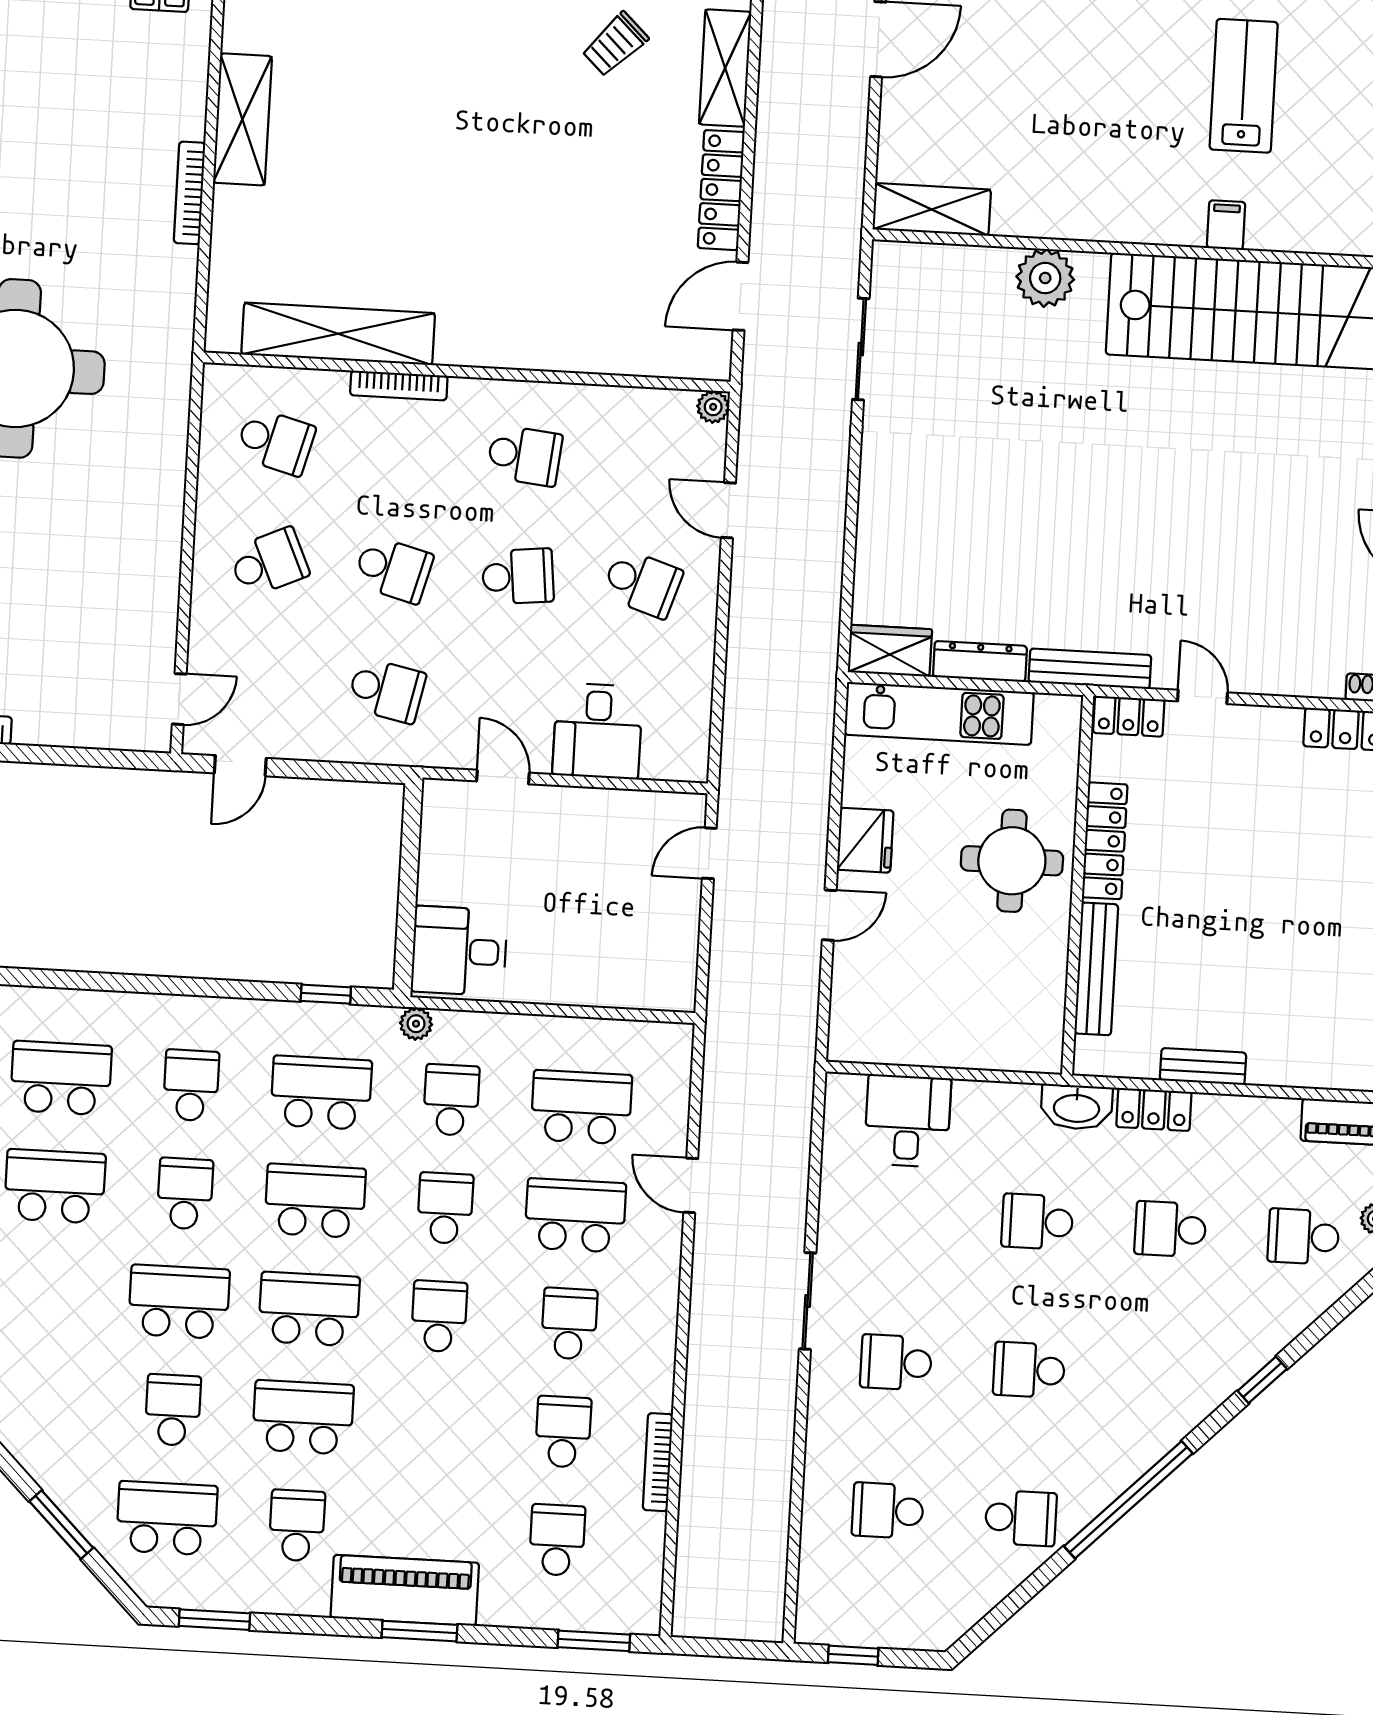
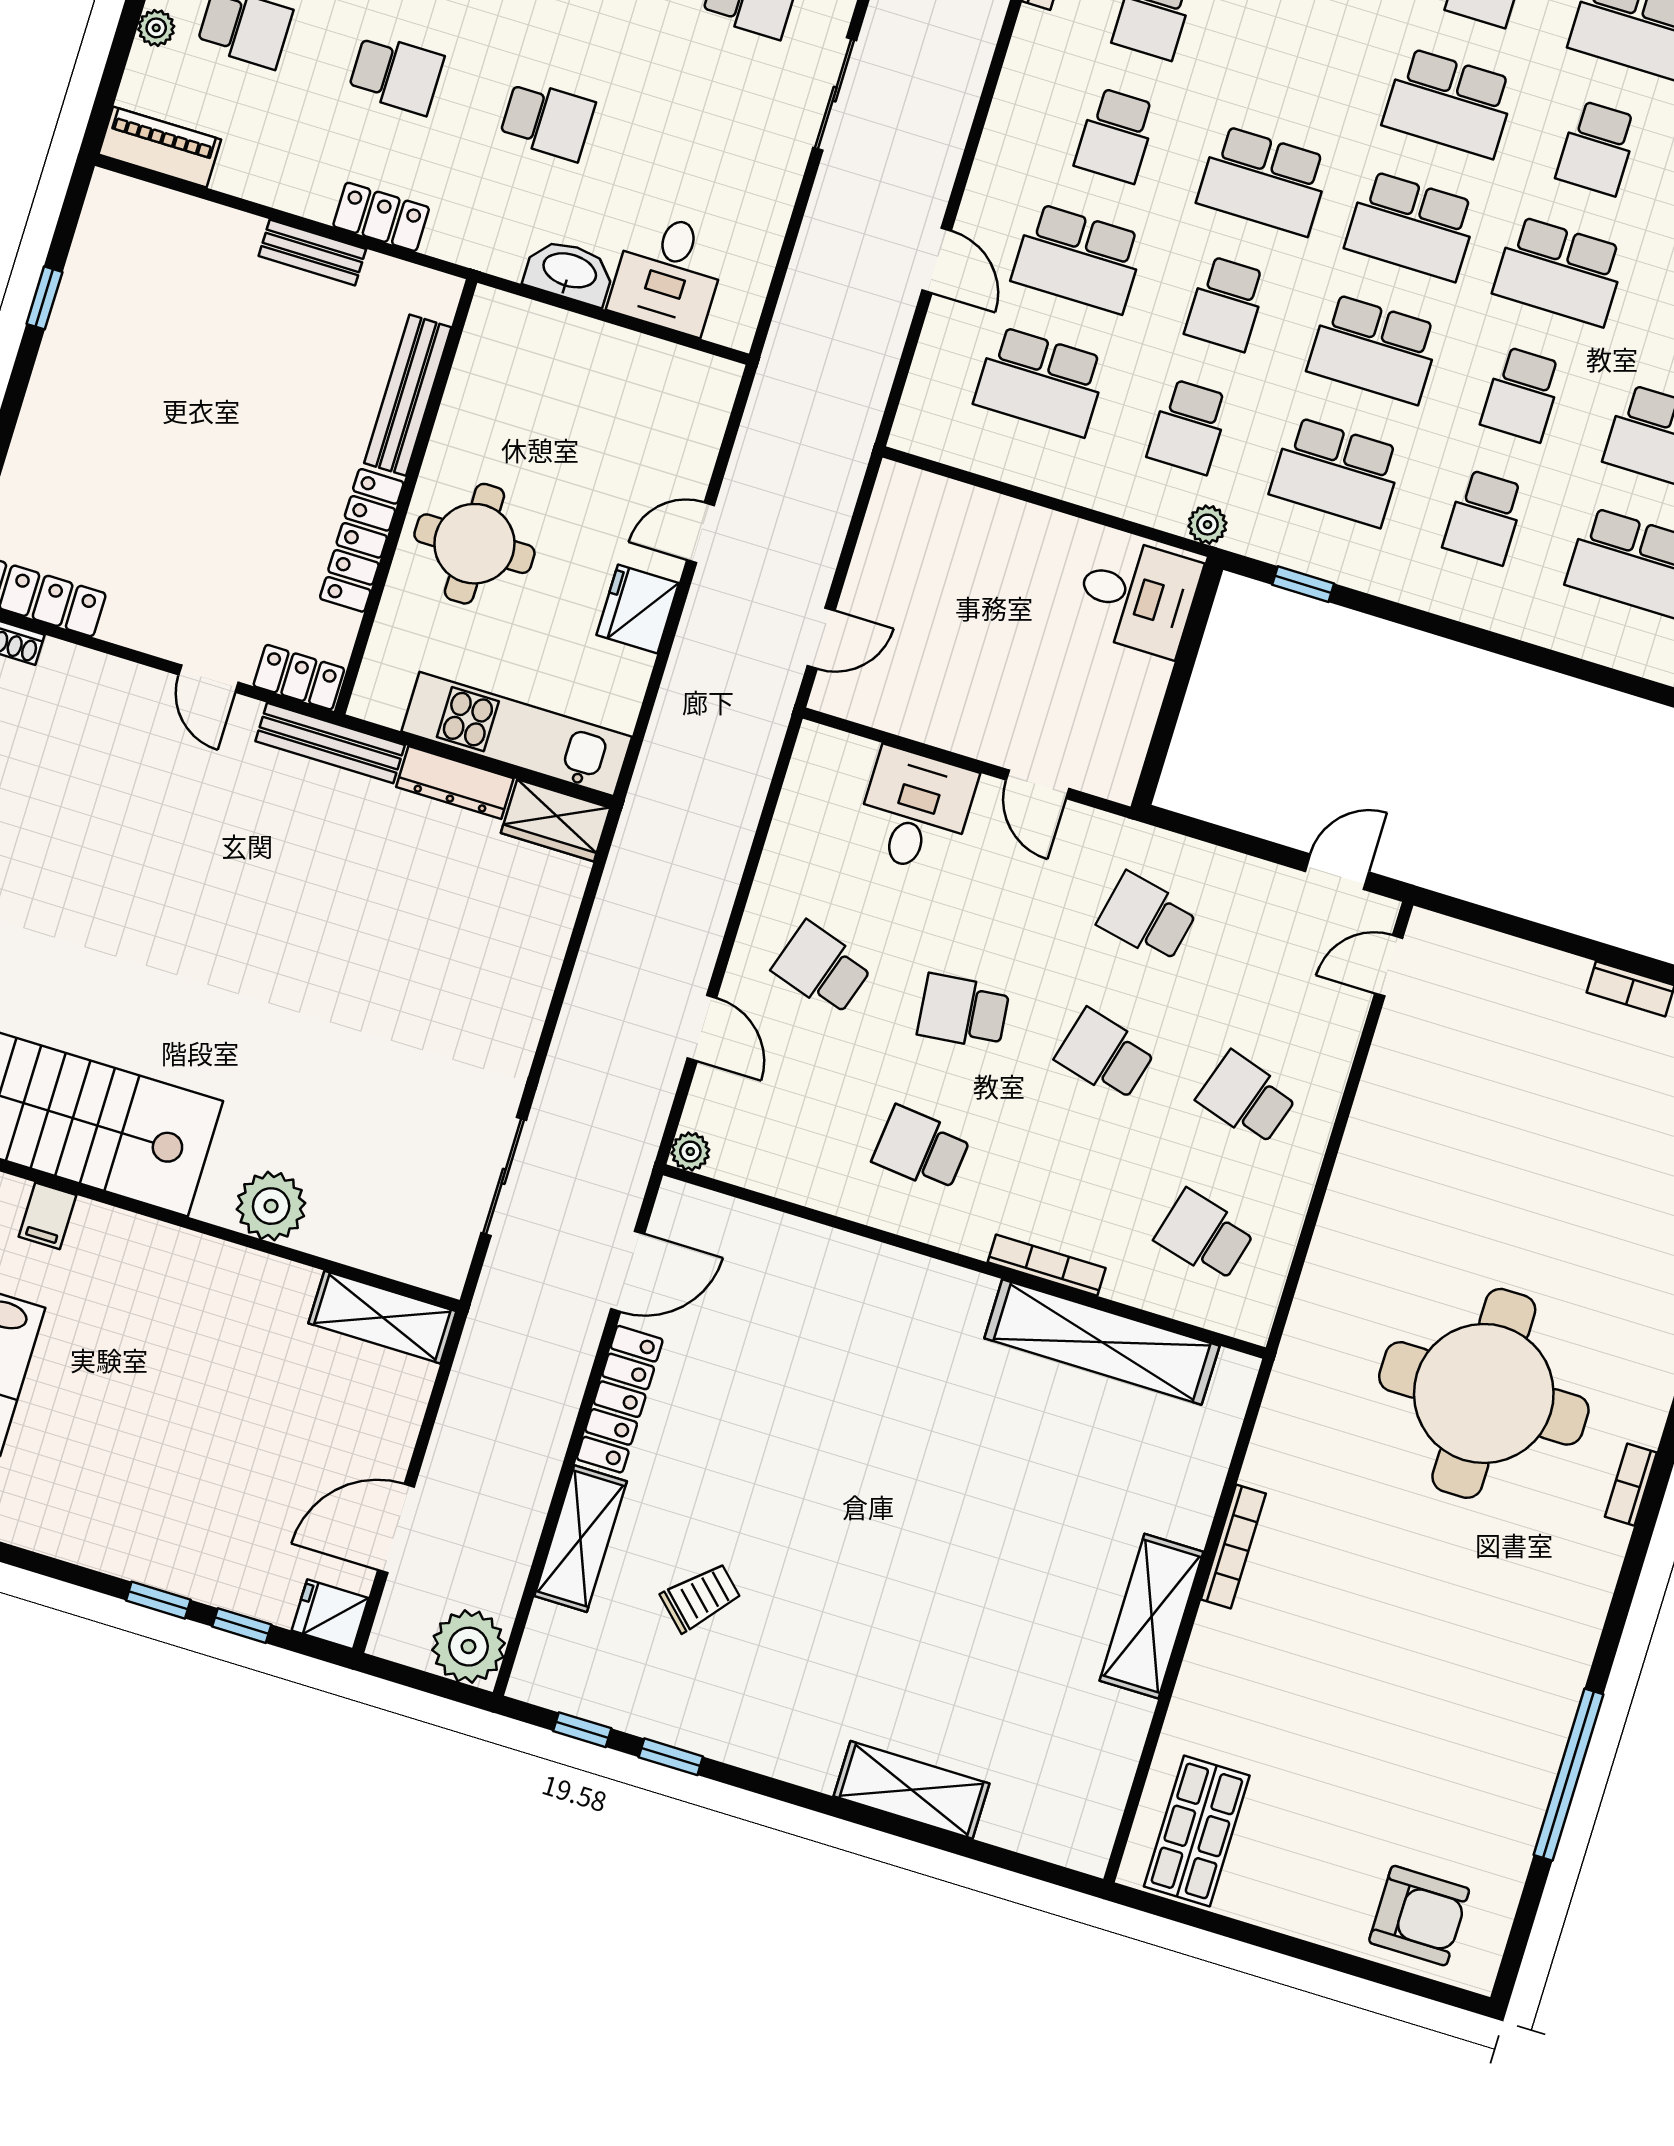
school desk: (269, 562) -> (1247, 1098), turned 42
washbasin: (1077, 1107) -> (569, 272), moved
school desk: (439, 1316) -> (1264, 181), width x1.85

